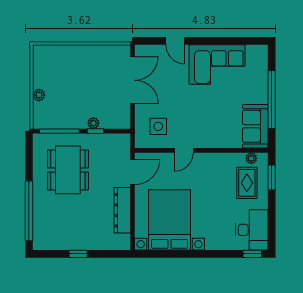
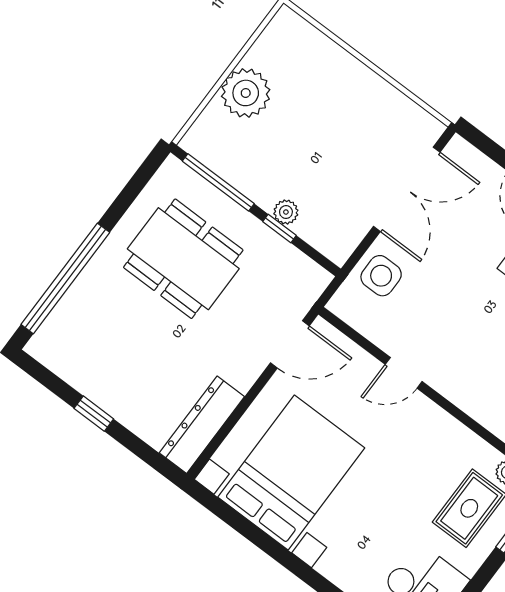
plant: (39, 95) -> (246, 93), width x1.87, depth x1.87
side table: (158, 126) -> (381, 276), moved
dining table: (68, 170) -> (183, 259), turned 90
dresser: (122, 210) -> (202, 425), moved

